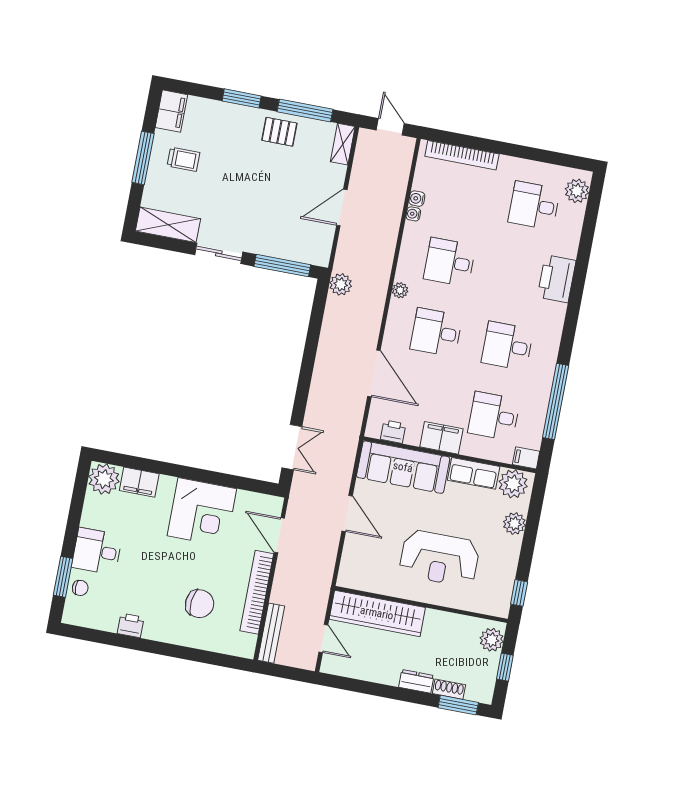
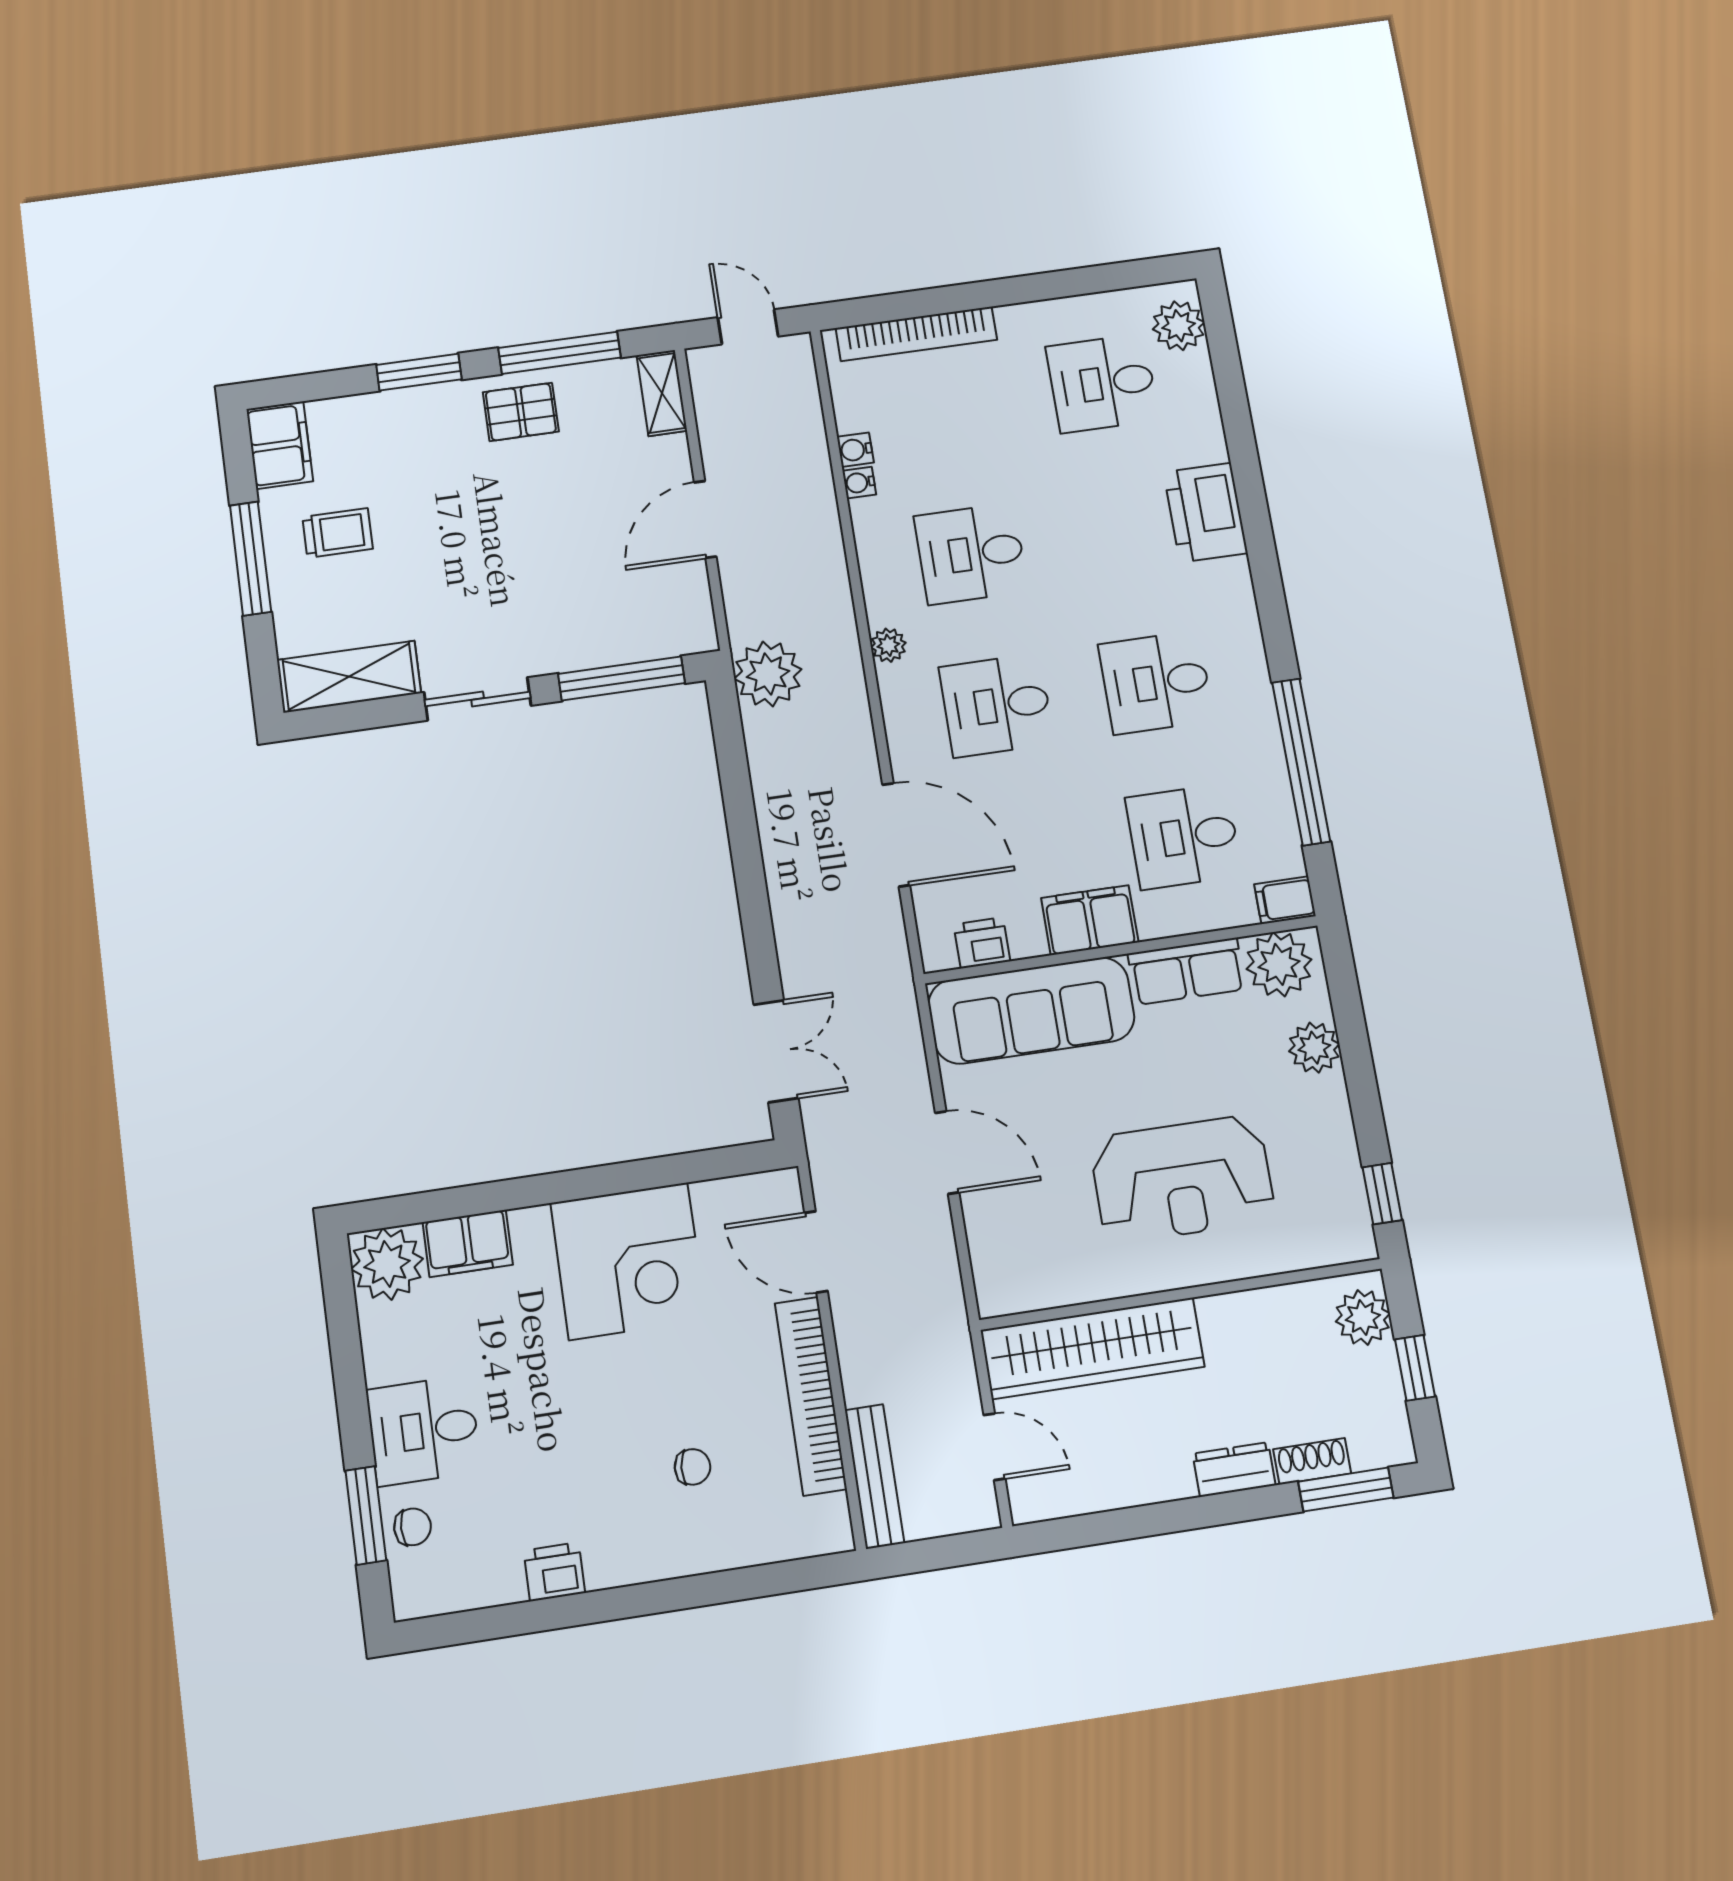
plant: (341, 284) -> (768, 674), width x1.36, depth x1.36
chair: (200, 604) -> (692, 1467), width x0.54, depth x0.54

